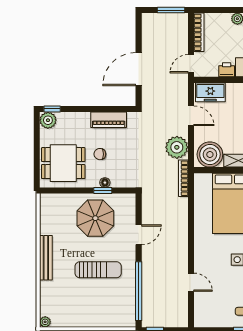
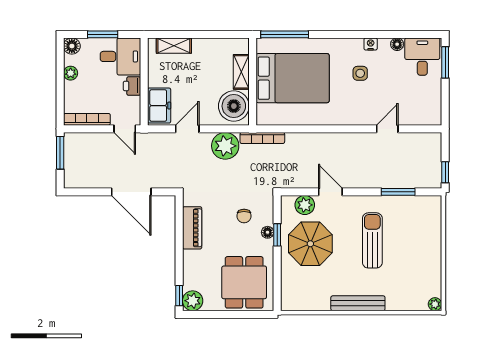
chair: (100, 154) -> (244, 216), moved
plant: (128, 214) -> (305, 205), added
window: (139, 291) -> (398, 192), width x0.47

